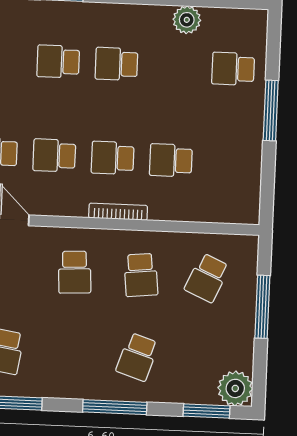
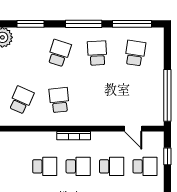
school desk: (75, 272) -> (97, 53), moved
window: (115, 407) -> (84, 24), moved
window: (206, 411) -> (30, 24), moved

